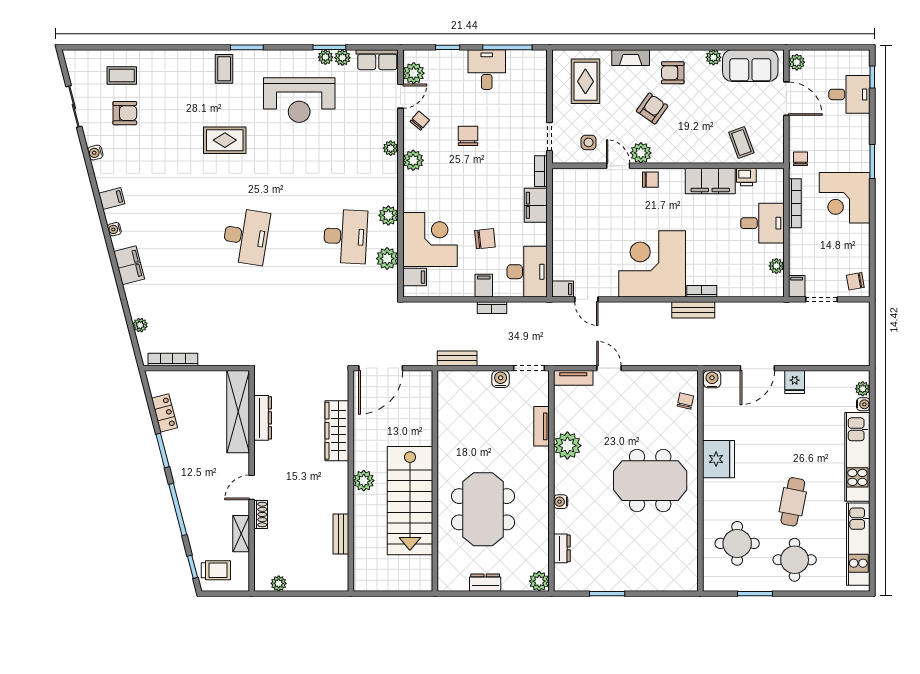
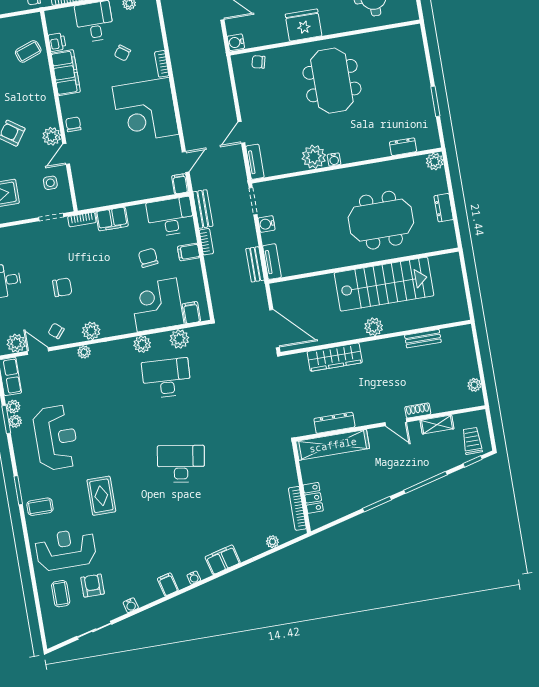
reception desk: (171, 90) -> (66, 549), added
chair: (468, 136) -> (62, 287), turned 180
chair: (722, 249) -> (122, 53), added
bench: (693, 310) -> (203, 209), moved
locker: (164, 413) -> (313, 498), moved, turned 104
tv unit: (542, 426) -> (272, 262), moved, turned -90
water cooler: (561, 502) -> (334, 159), moved

